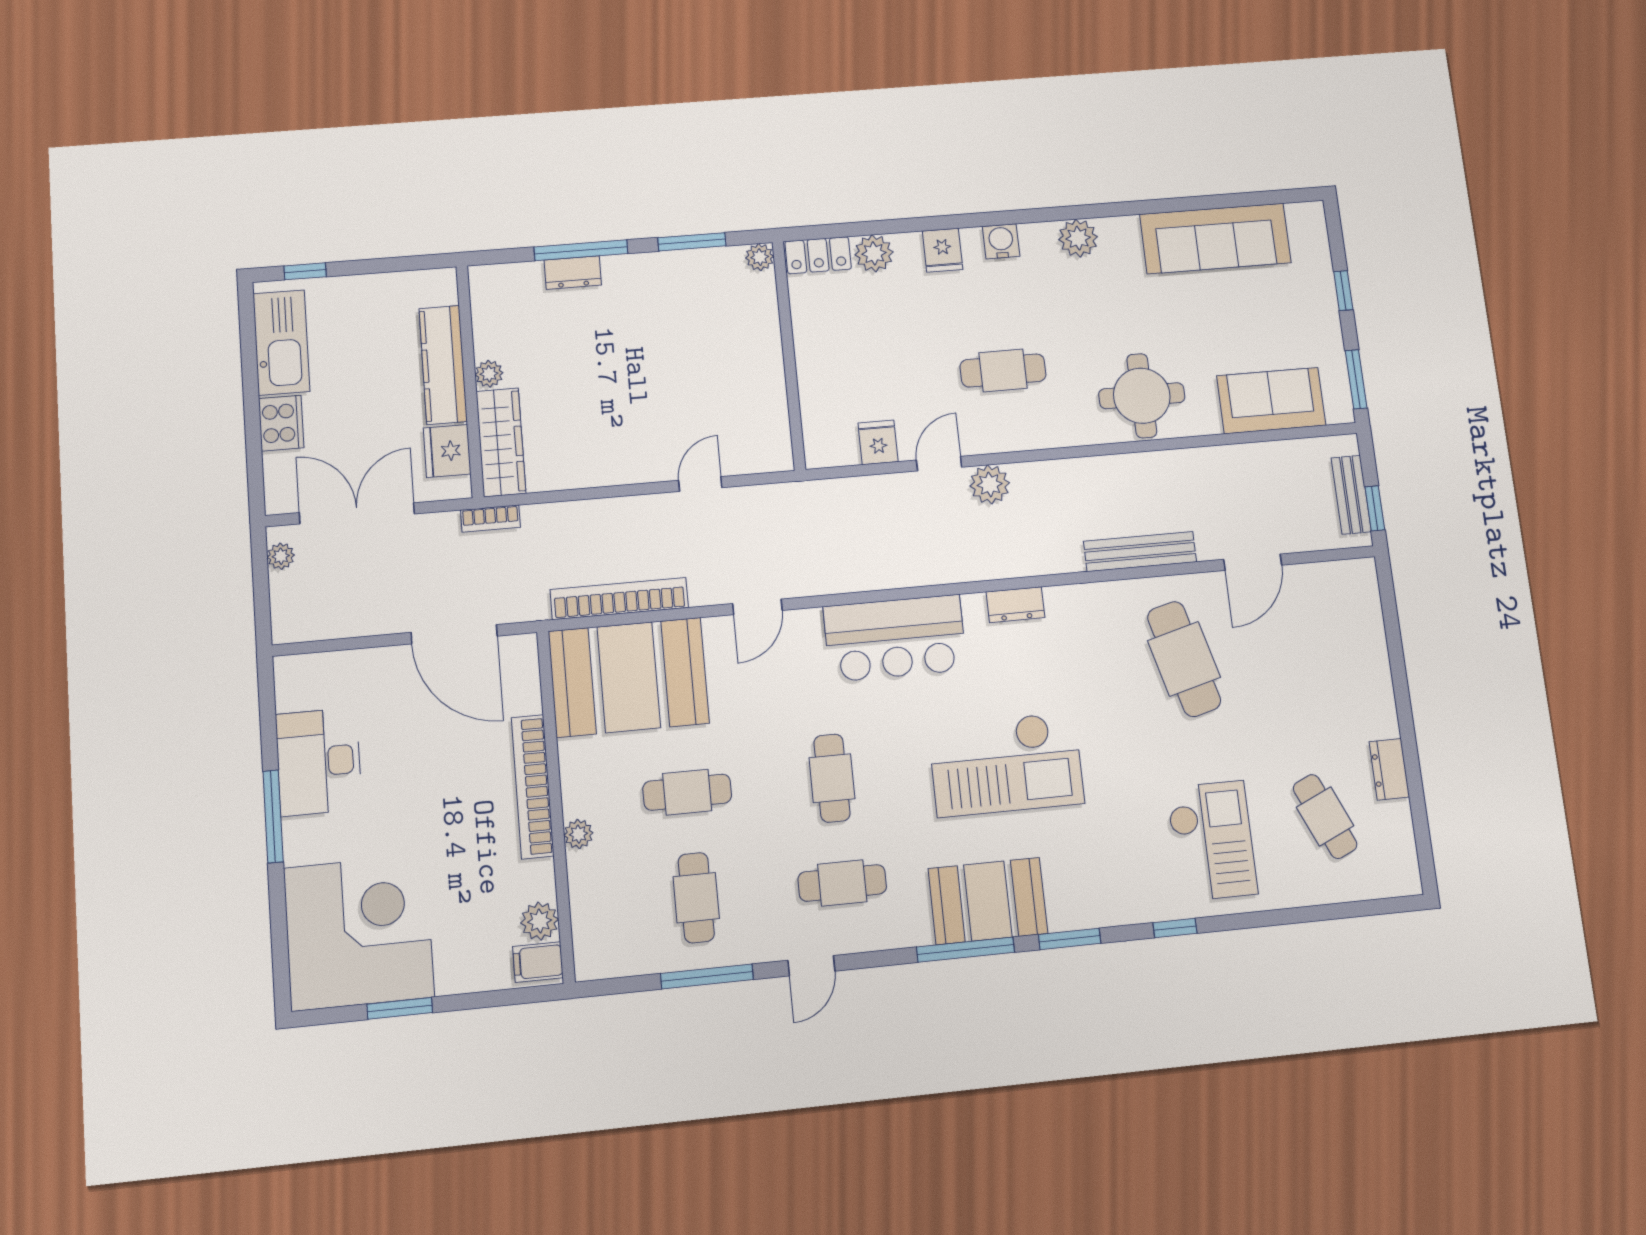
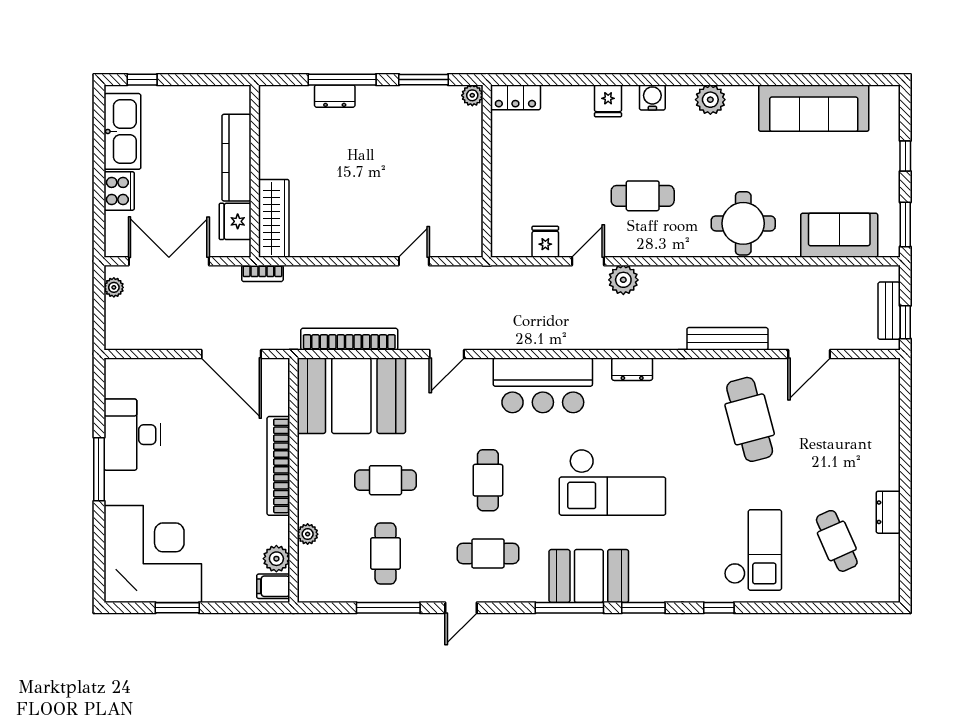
plant: (874, 253) -> (557, 99), removed
plant: (489, 374) -> (269, 167), removed
plant: (578, 834) -> (308, 534), moved

